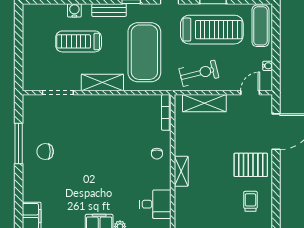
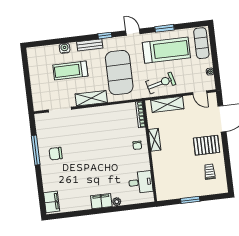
door: (250, 93) -> (200, 93), swing flipped
shelving: (181, 171) -> (155, 140), moved

